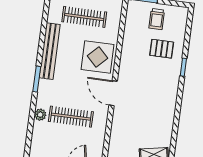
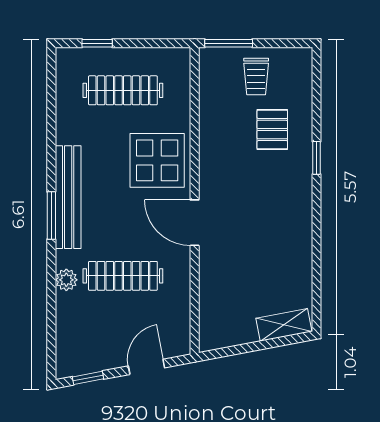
pallet: (162, 49) -> (272, 130), turned 90
bench: (50, 51) -> (68, 197), moved

